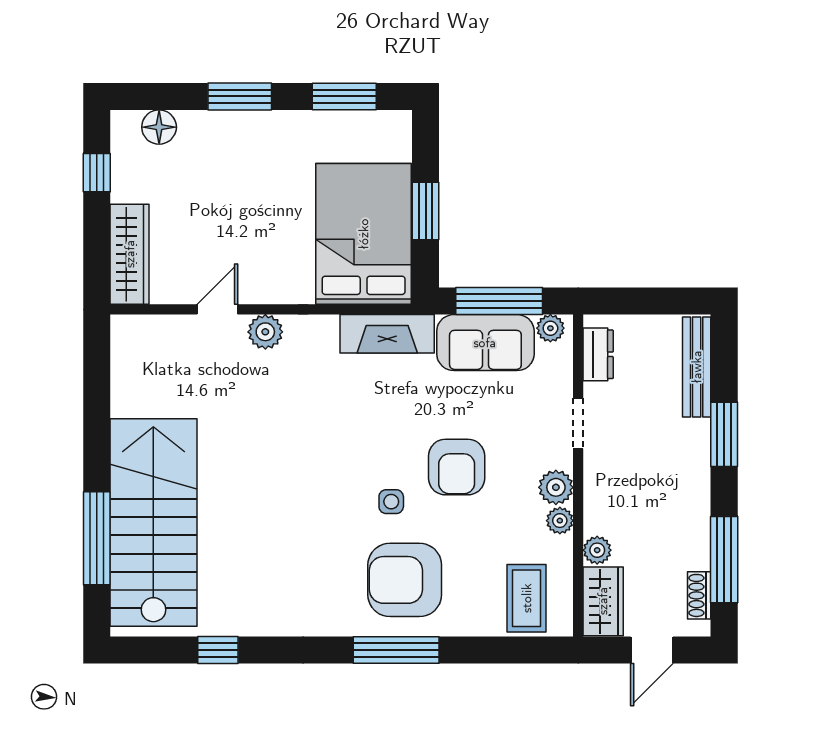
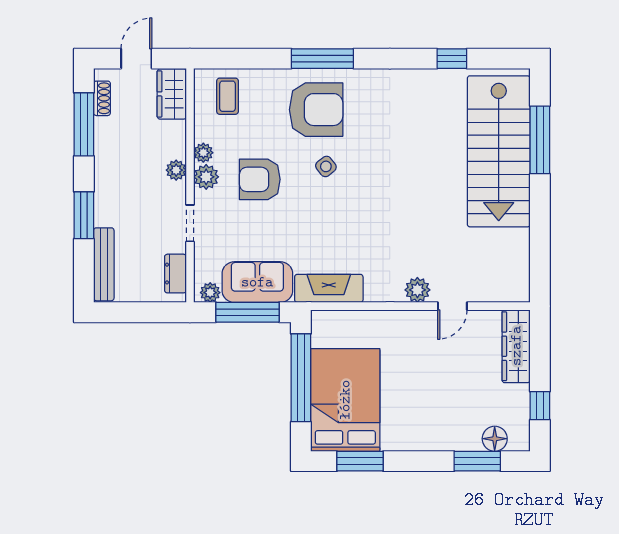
window: (240, 96) -> (477, 461), moved
window: (426, 211) -> (301, 378), width x2.11
bed: (364, 234) -> (345, 400), moved, turned 180
armchair: (457, 467) -> (260, 179), moved, turned -90
side table: (391, 502) -> (326, 166), turned -38
plant: (597, 550) -> (176, 170), moved
coffee table: (527, 598) -> (228, 96), width x0.73, depth x0.77

